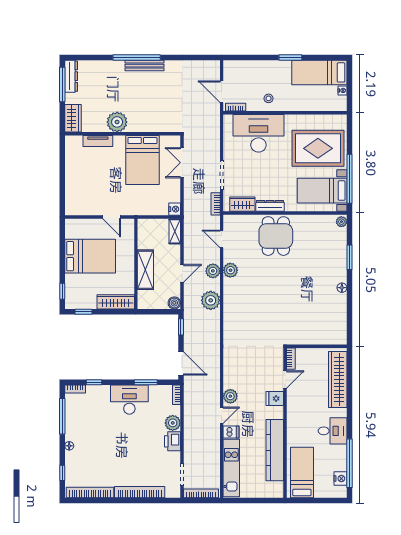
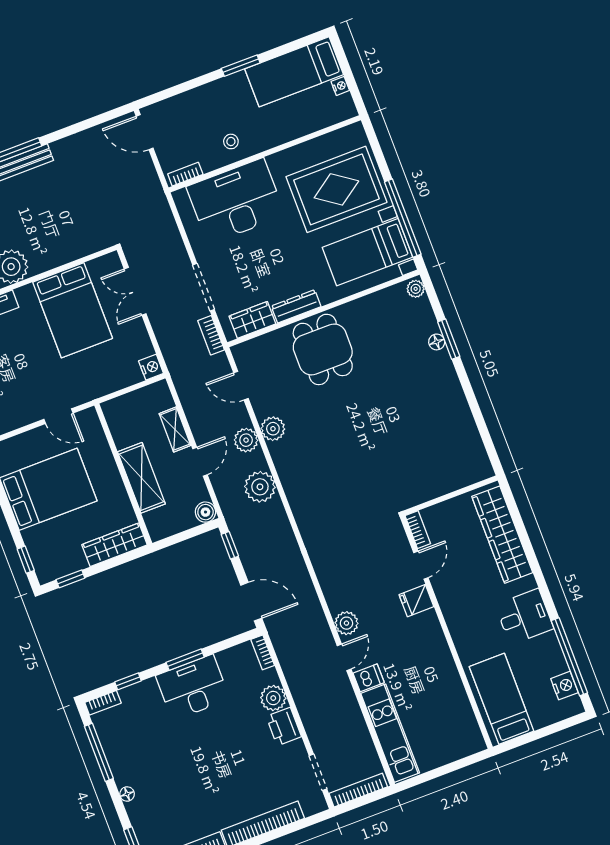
door: (222, 92) -> (145, 132), moved
shelving: (175, 231) -> (175, 429), moved
floor lamp: (342, 288) -> (437, 342), moved
window: (146, 382) -> (185, 660), moved
kitchen counter: (275, 450) -> (447, 680), removed

